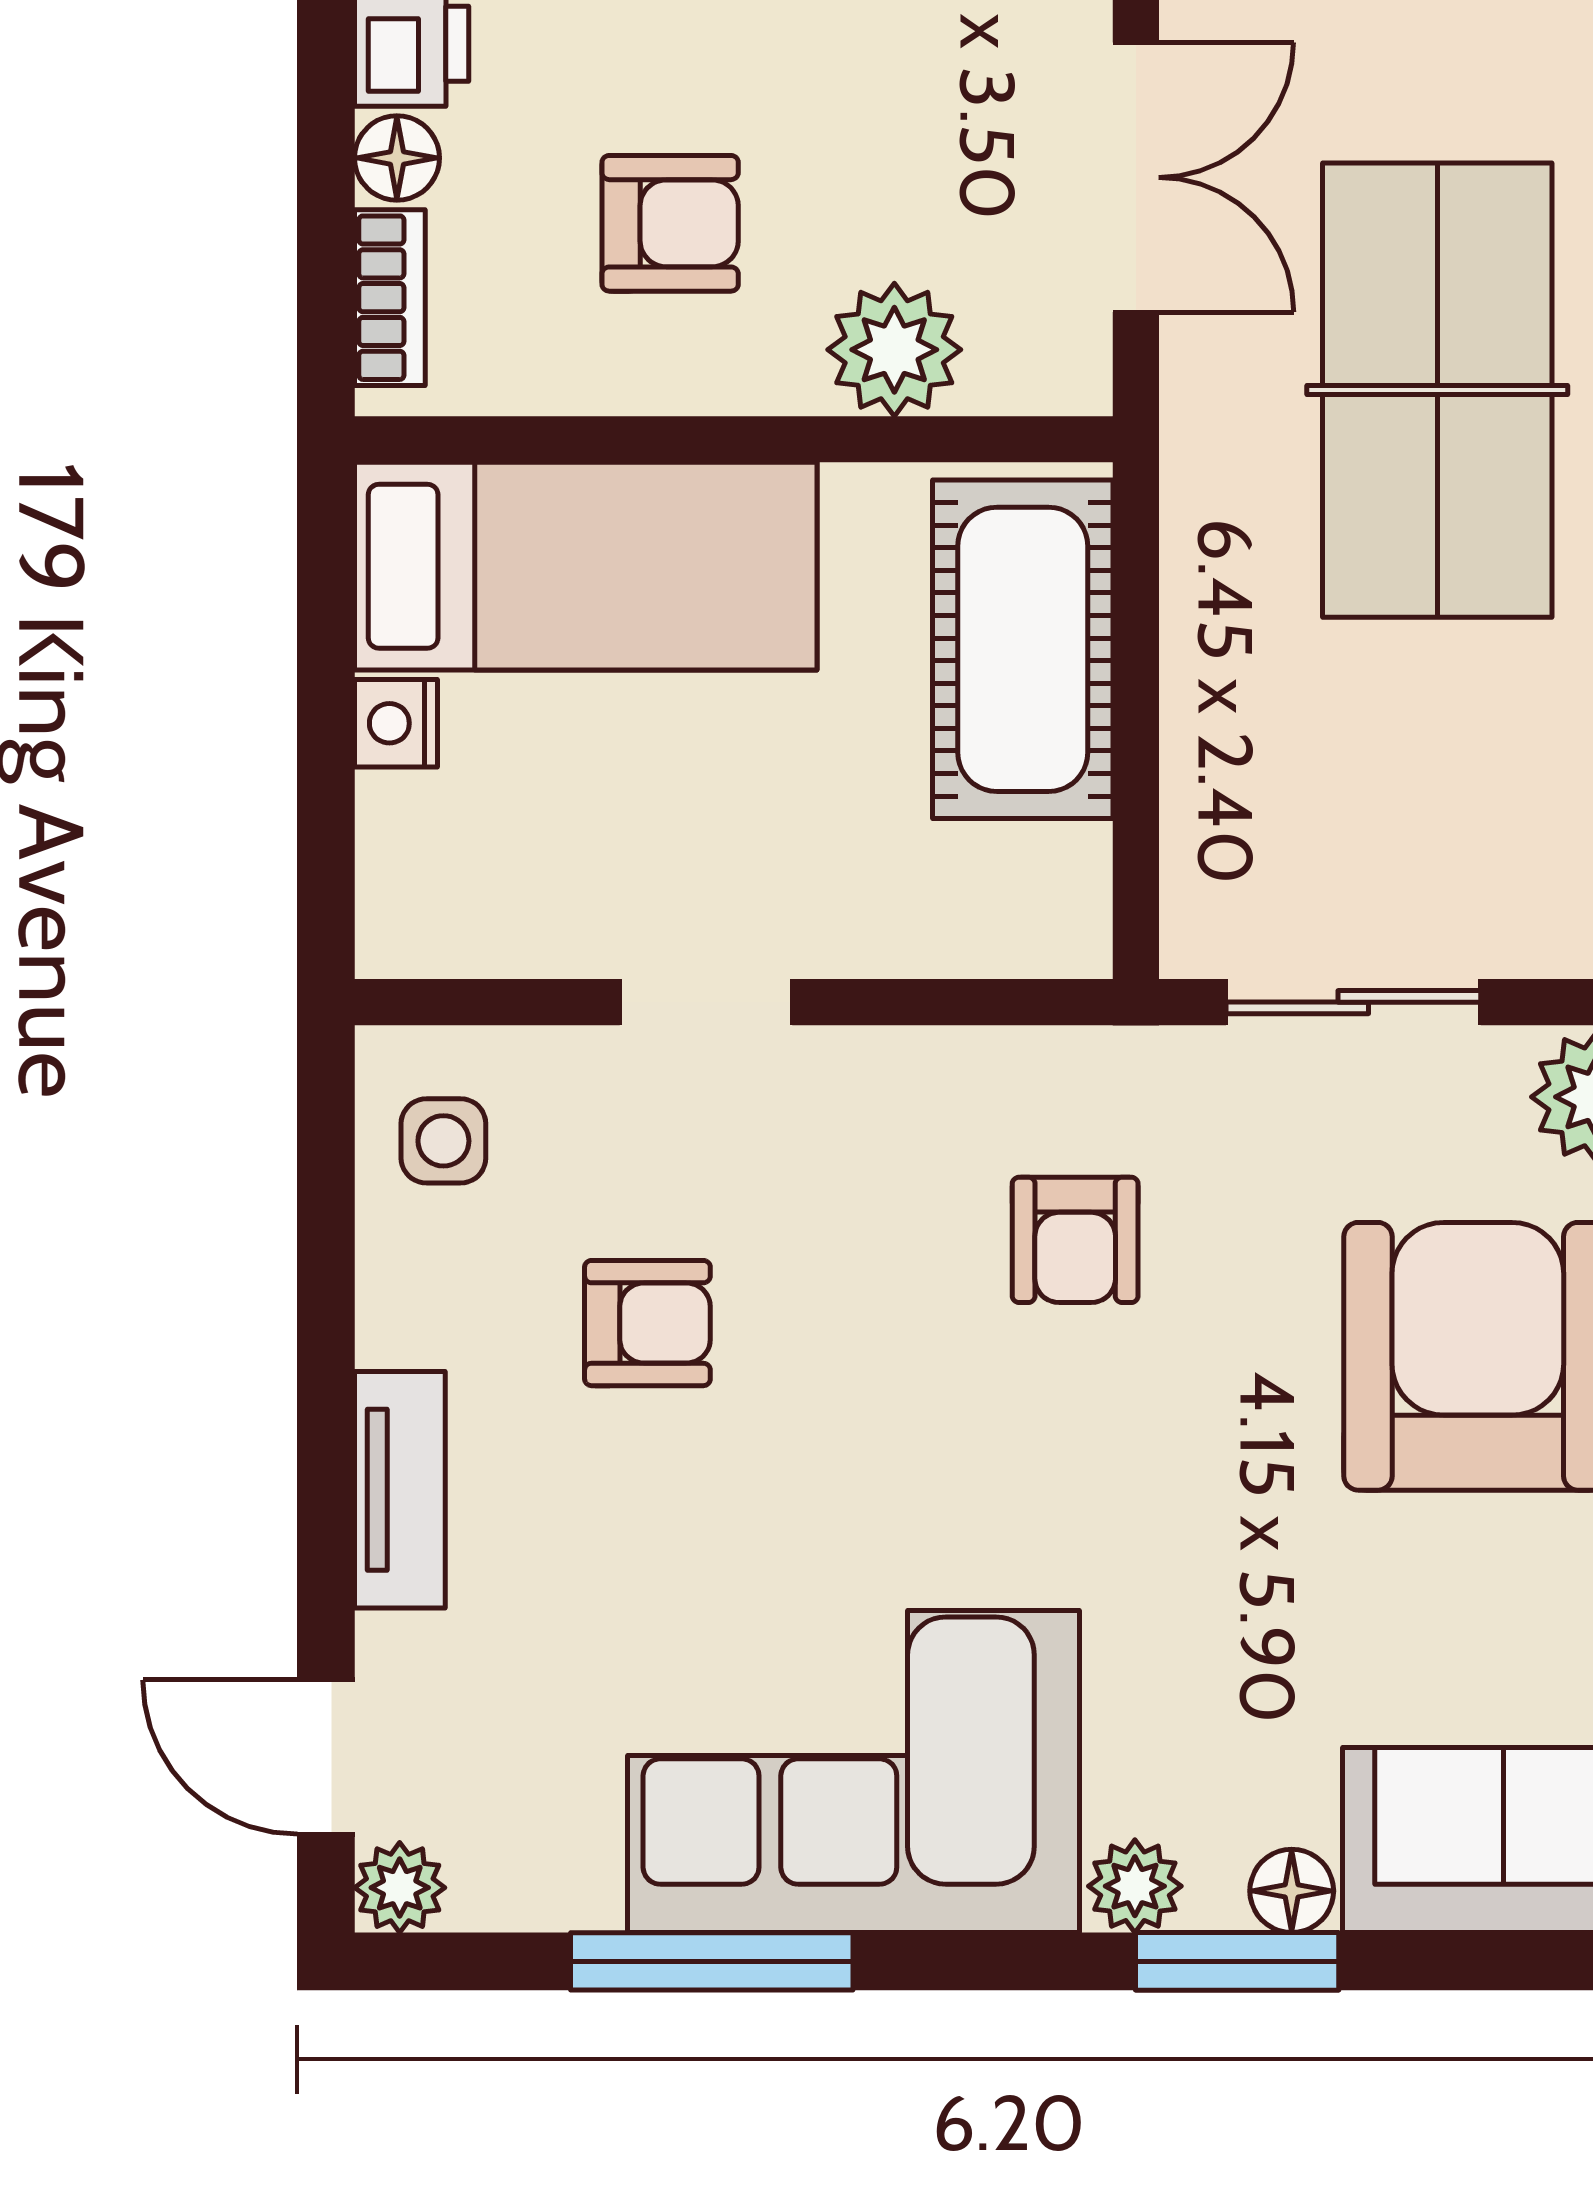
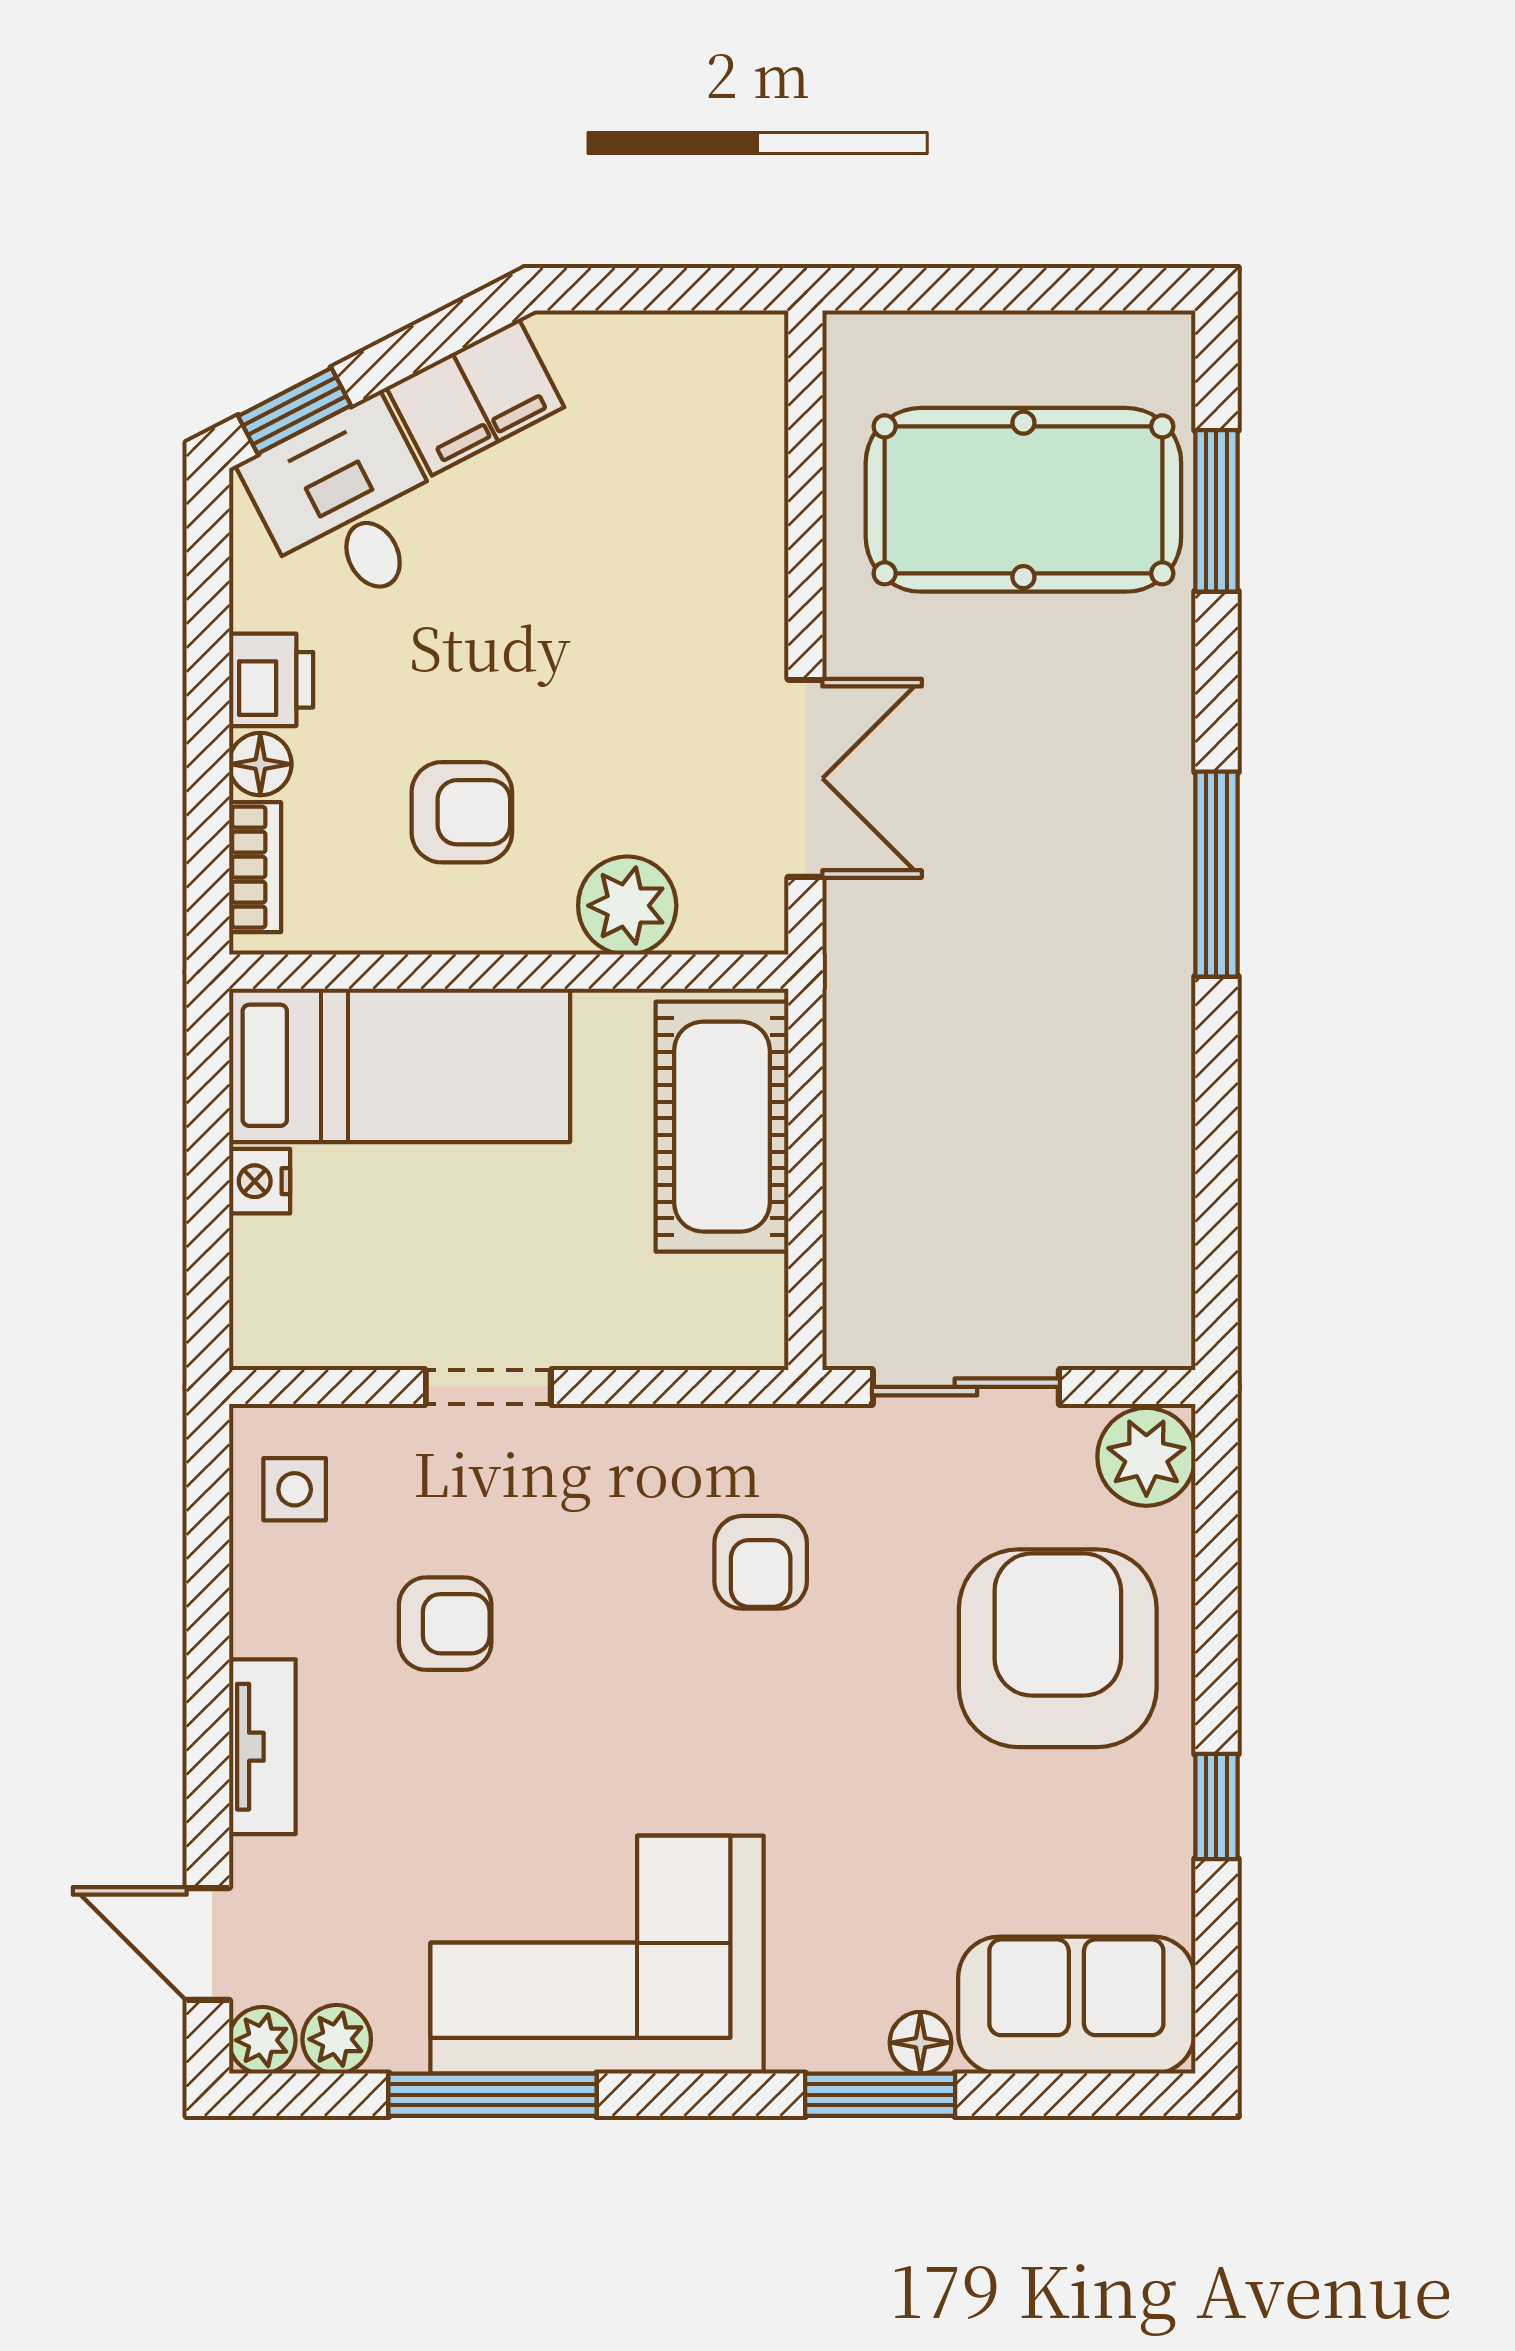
table tennis table: (1437, 390) -> (1028, 935), removed
plant: (1135, 1886) -> (337, 2039), moved

